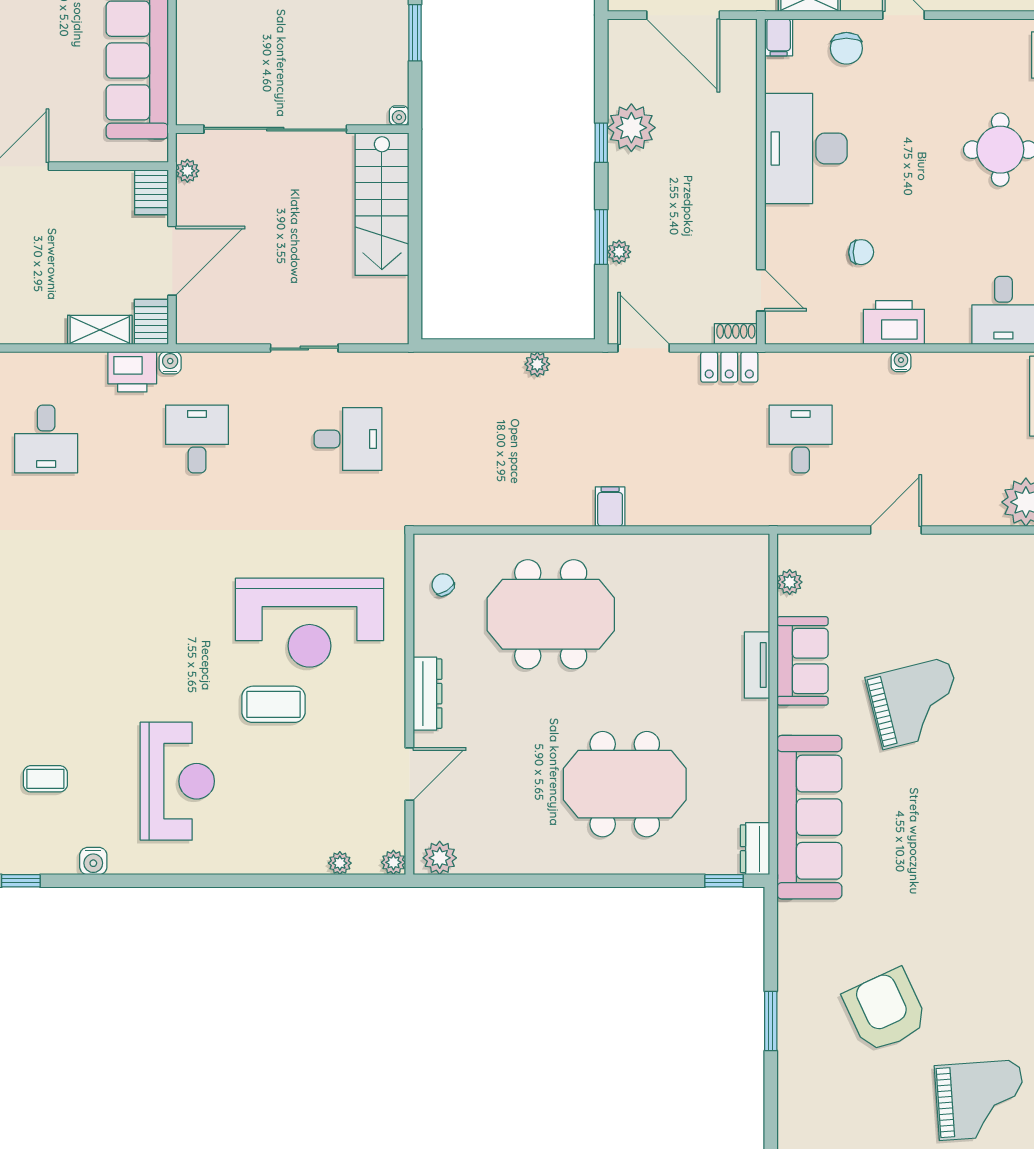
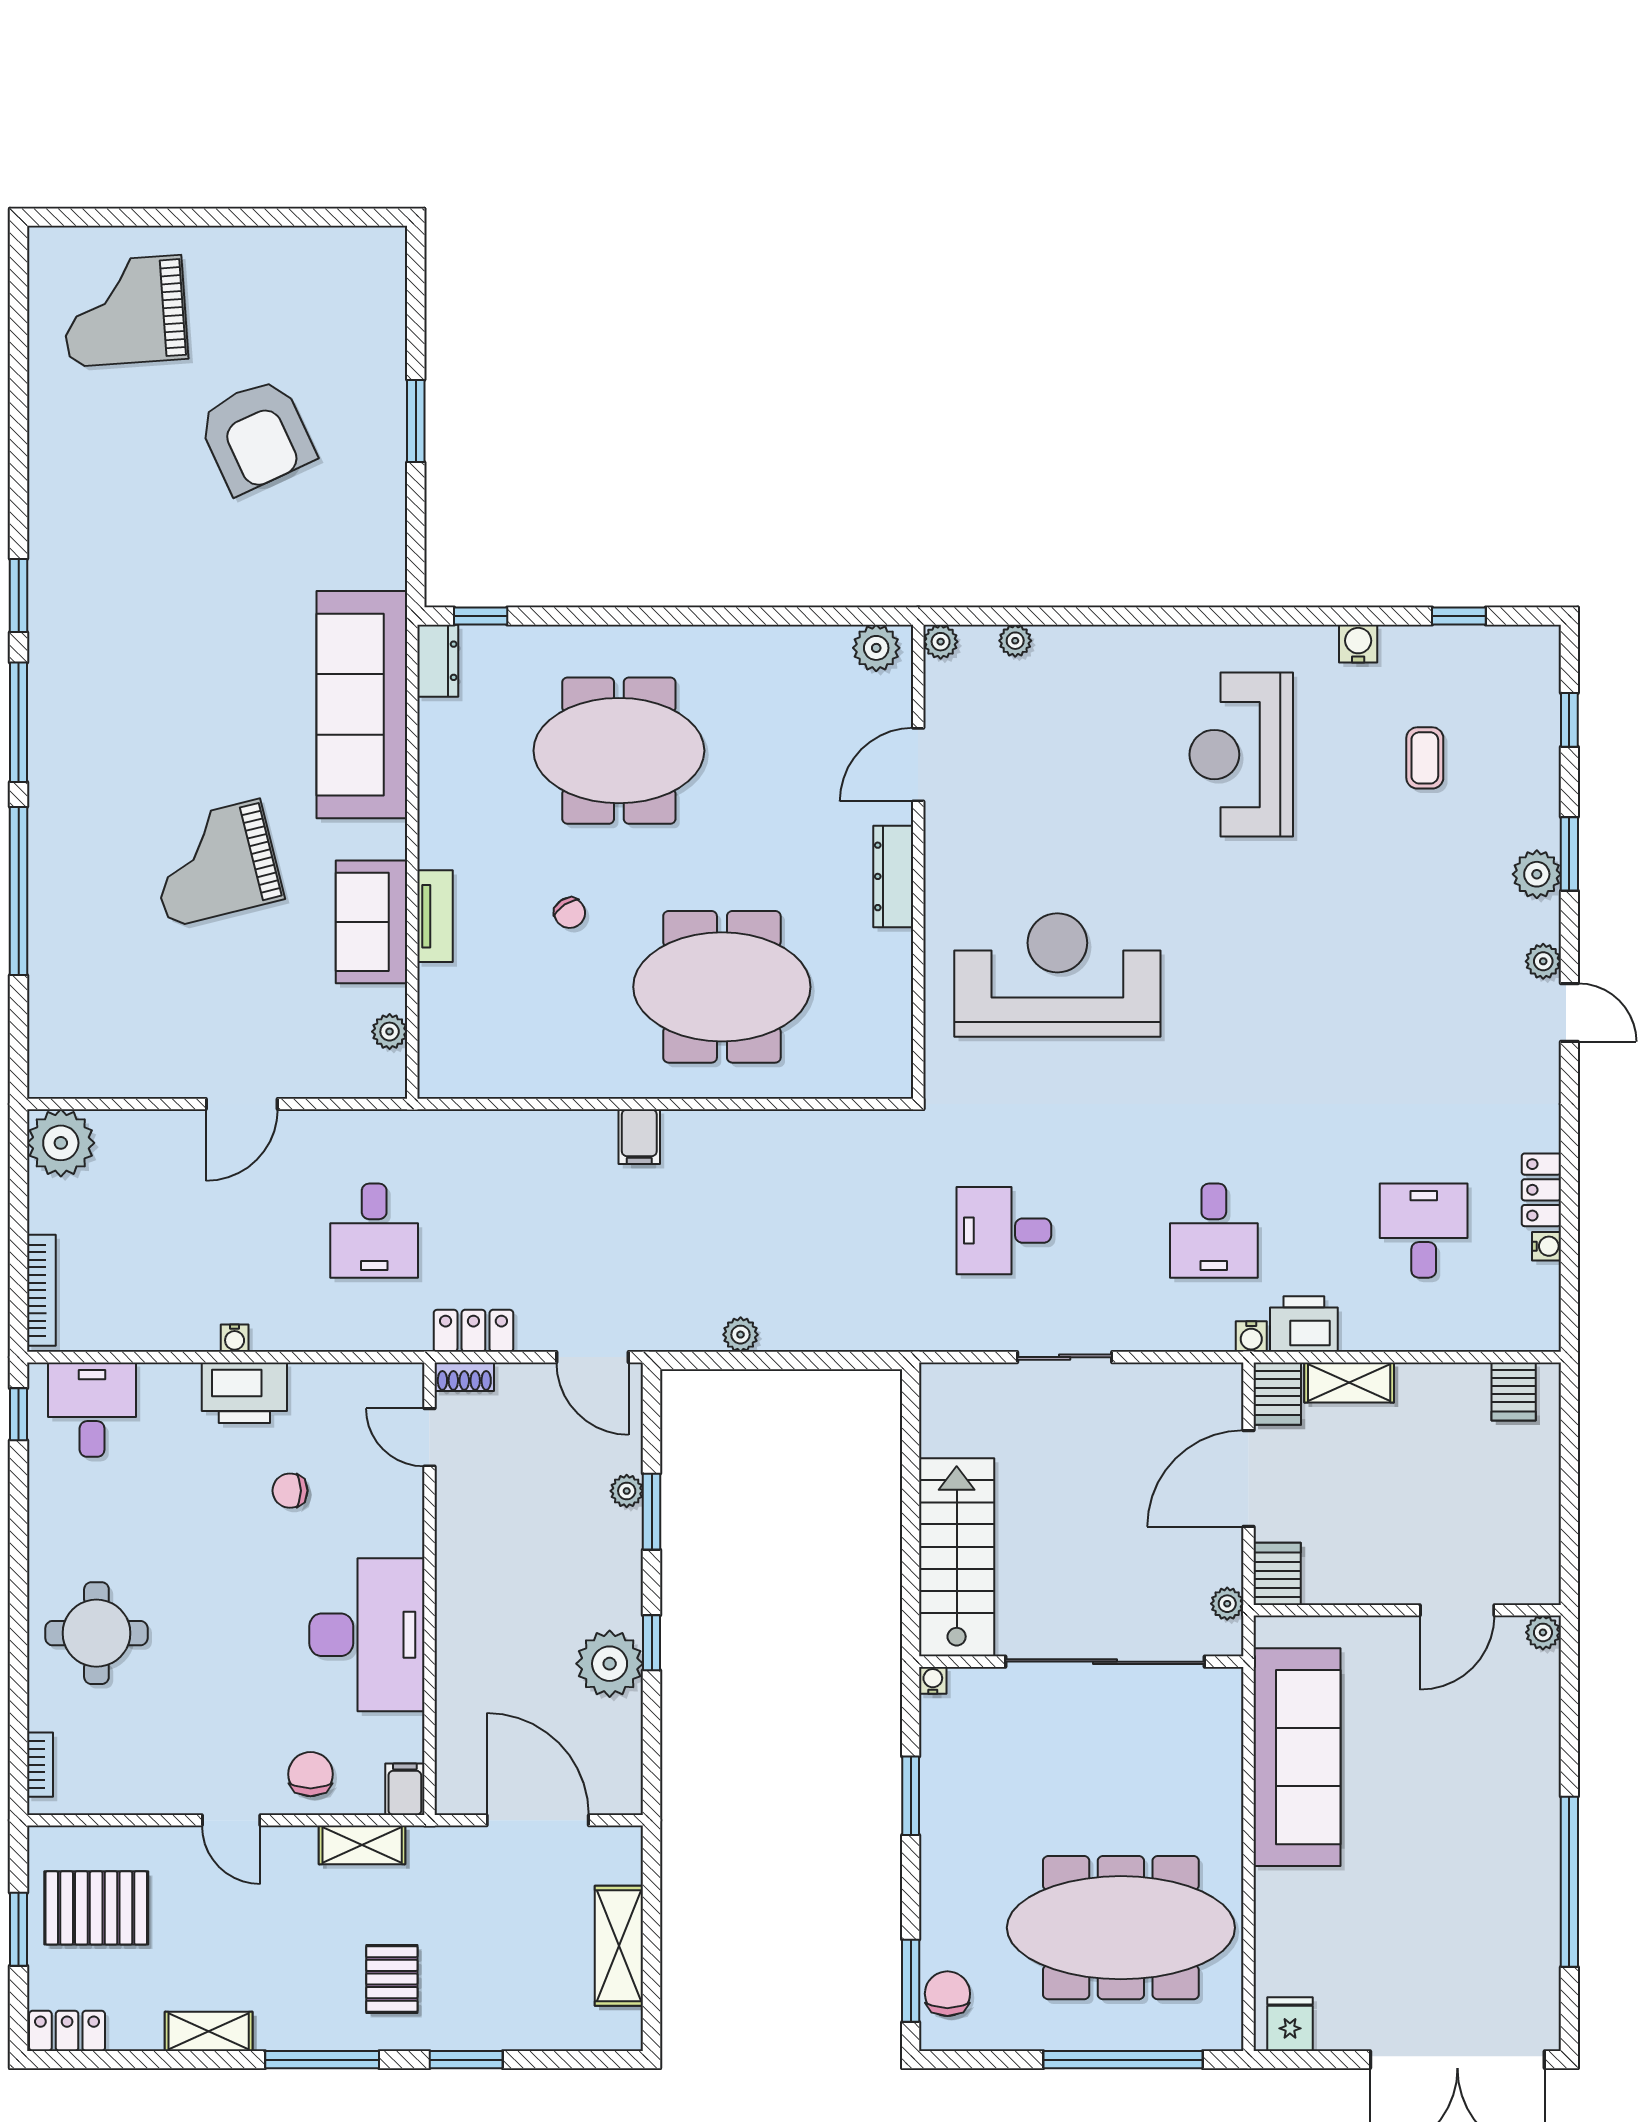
chair: (443, 585) -> (570, 913), moved
coffee table: (273, 704) -> (1107, 862), removed
coffee table: (45, 779) -> (1425, 758), turned 90

